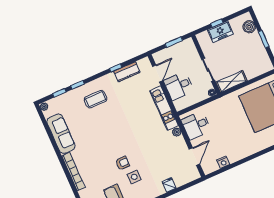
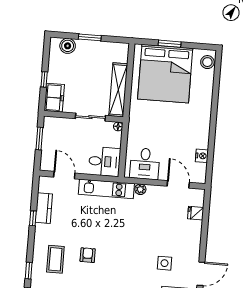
freezer: (220, 32) -> (54, 98), moved
shelving: (231, 82) -> (118, 90), width x1.47
desk: (179, 86) -> (104, 162), moved, turned -90
armchair: (122, 163) -> (88, 255), moved
fridge: (169, 185) -> (196, 213), moved

